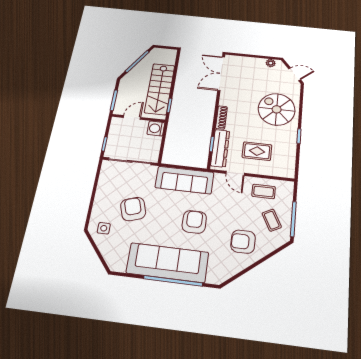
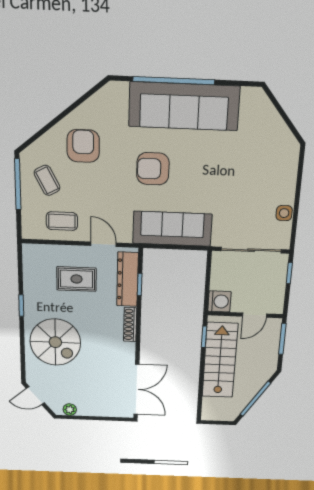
armchair: (133, 209) -> (239, 180), removed
armchair: (194, 222) -> (153, 169), turned 90
side table: (104, 228) -> (284, 213), moved
armchair: (243, 242) -> (83, 146), turned -90

